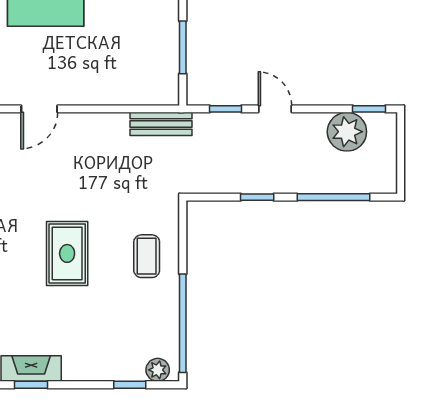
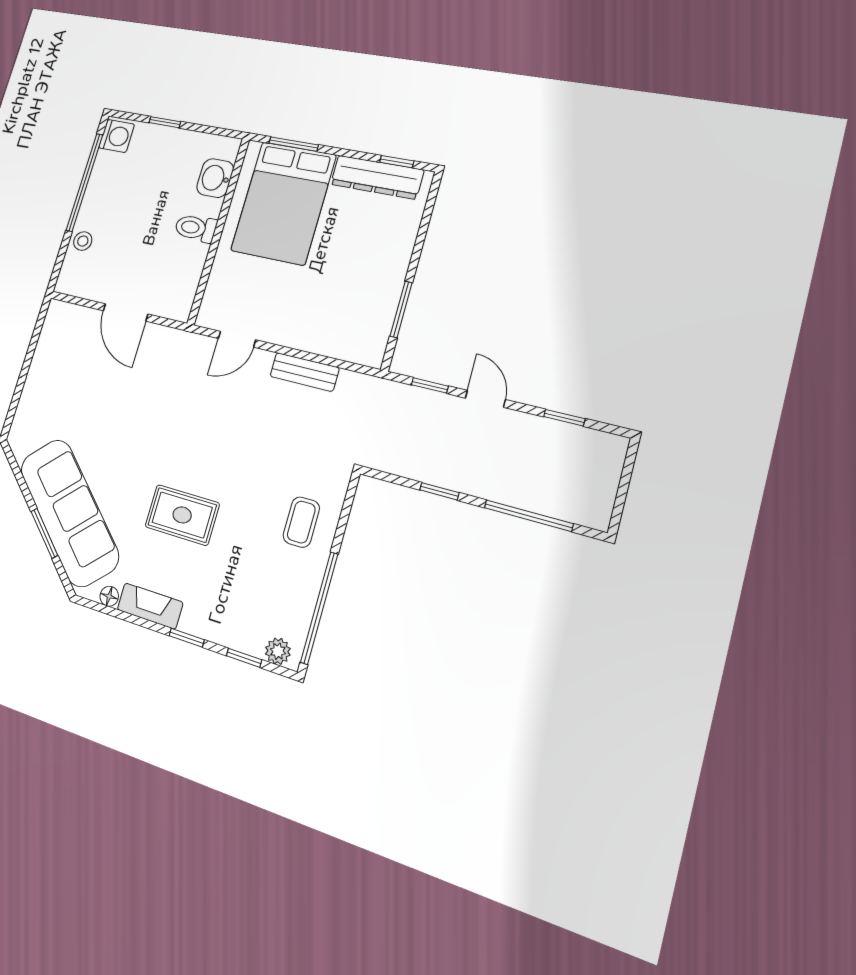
window: (369, 109) -> (564, 418), moved
bench: (161, 124) -> (304, 372), moved
plant: (347, 132) -> (563, 445), removed
rug: (67, 253) -> (182, 515), moved, turned 90
window: (31, 385) -> (187, 638), moved

